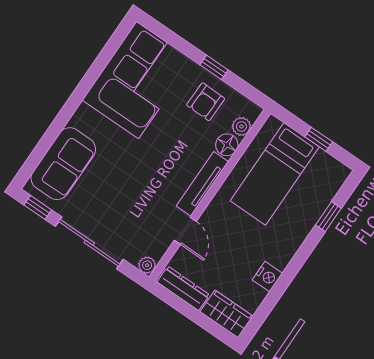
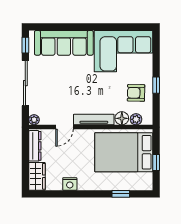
sofa: (63, 164) -> (64, 43), width x1.36
bed: (275, 174) -> (124, 152), width x1.50

